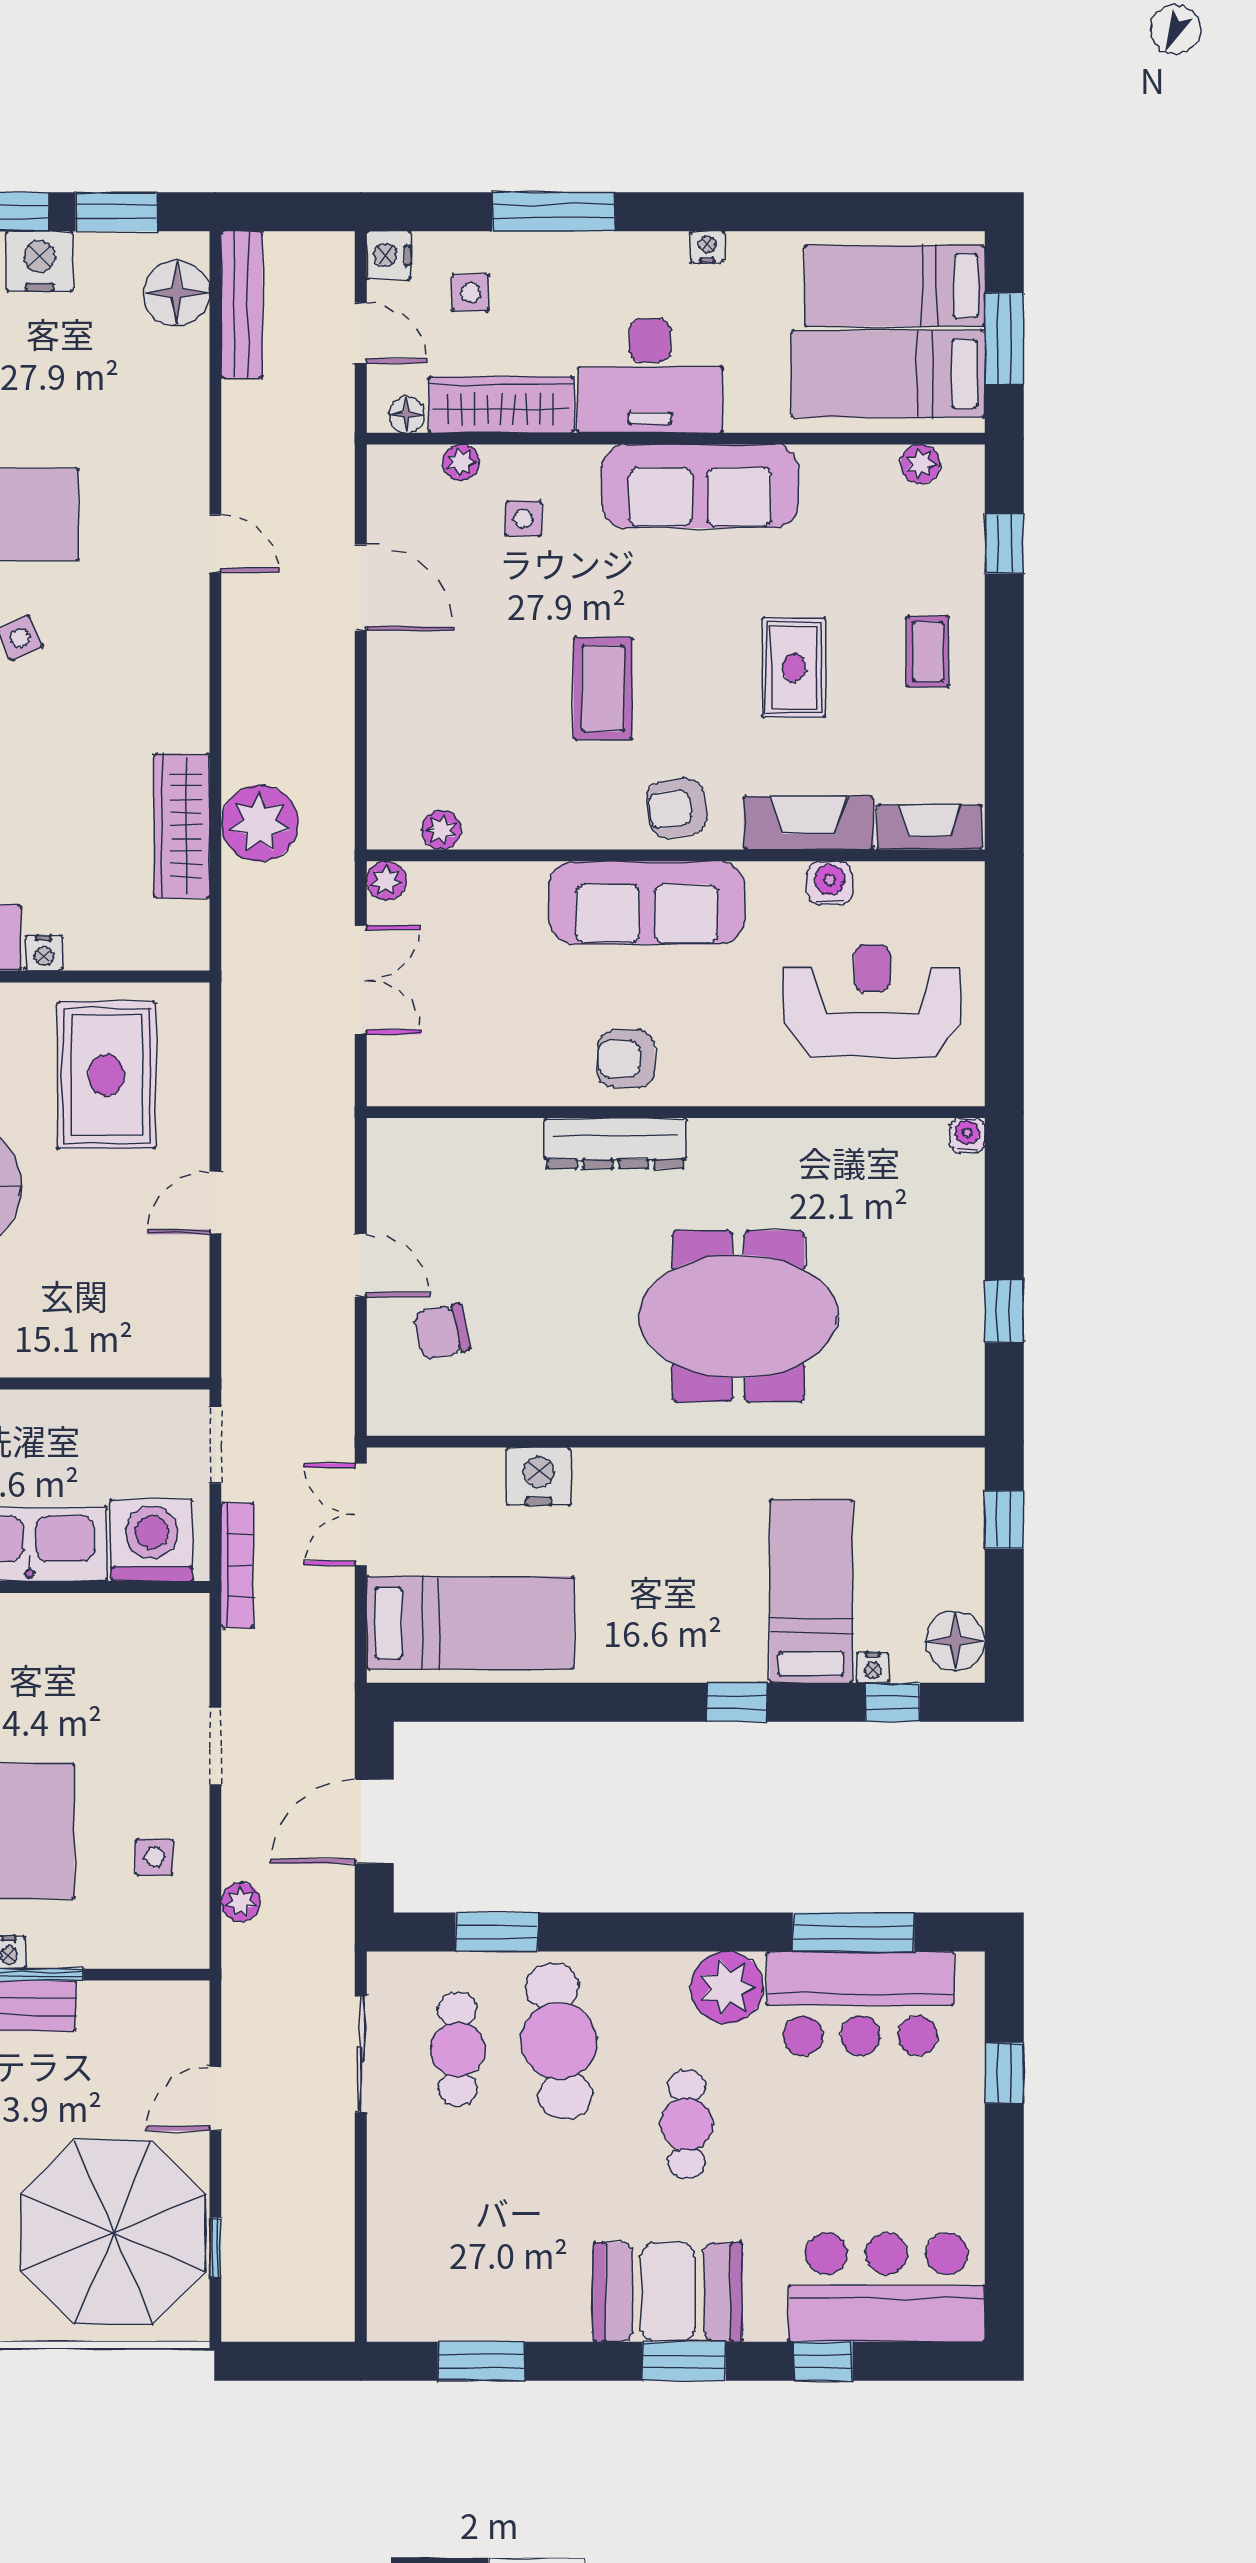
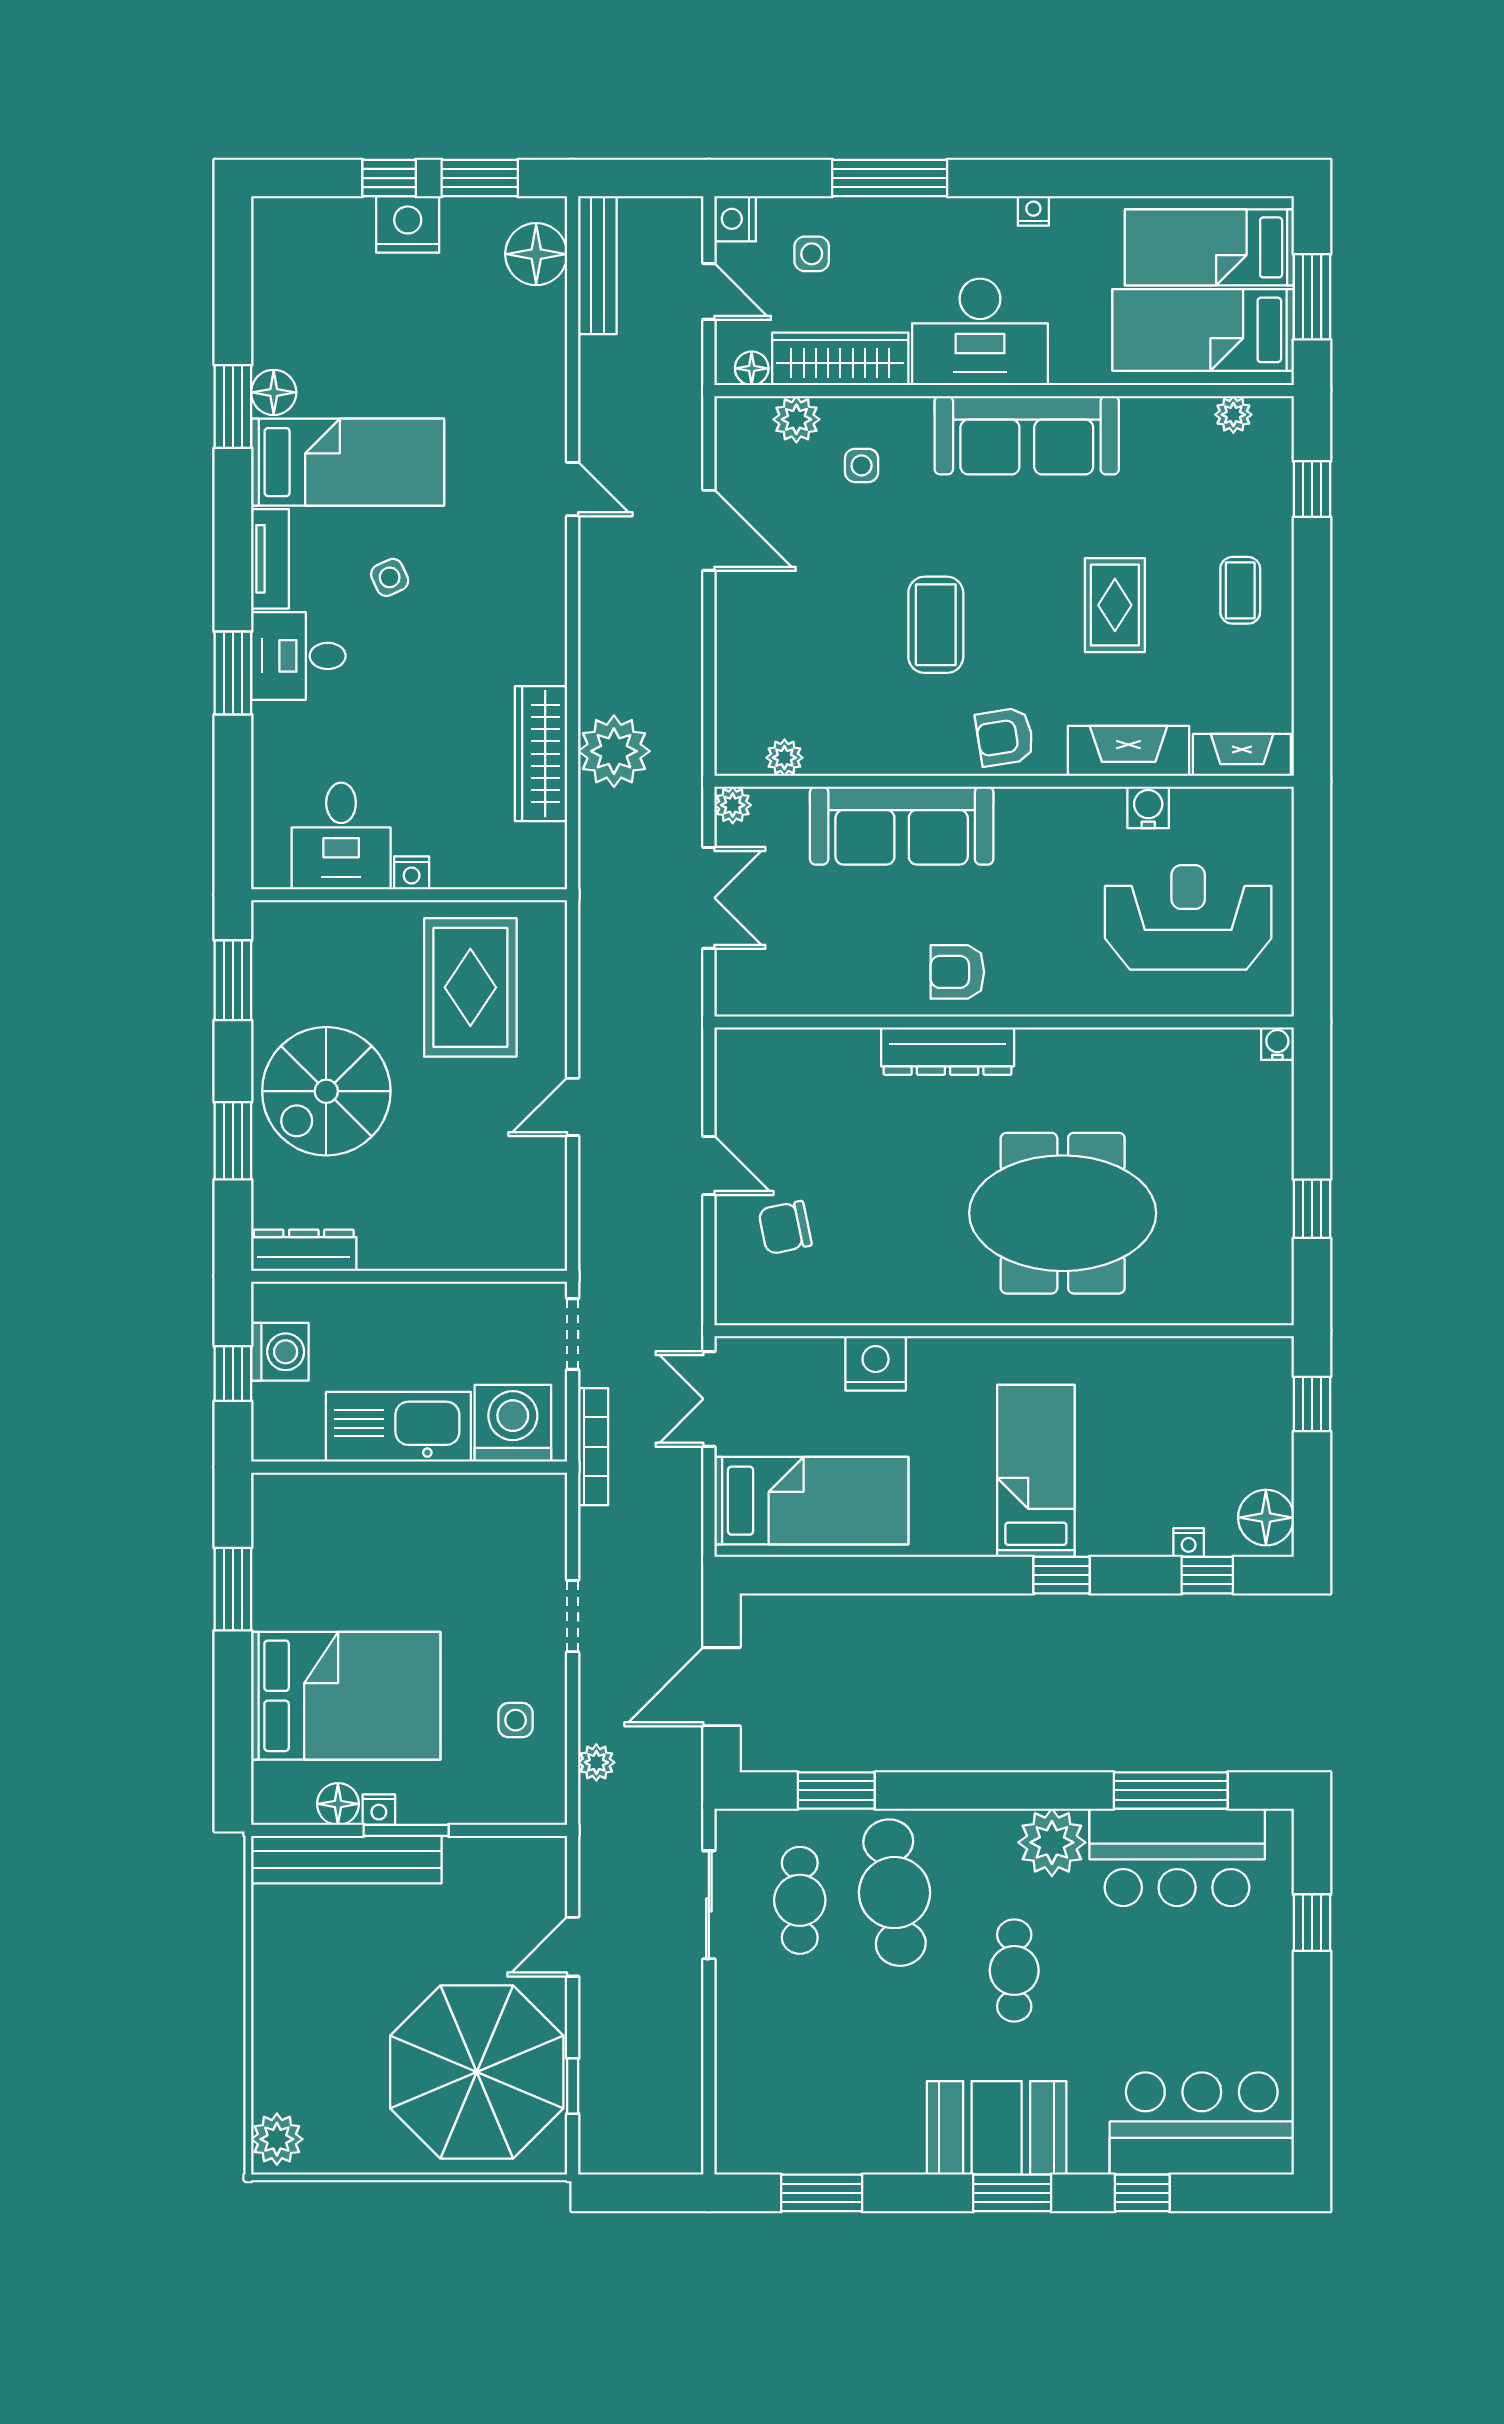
plant: (461, 462) -> (796, 419), width x1.38, depth x1.38
sofa: (647, 903) -> (902, 826), moved
bed: (811, 1591) -> (1036, 1471), moved

